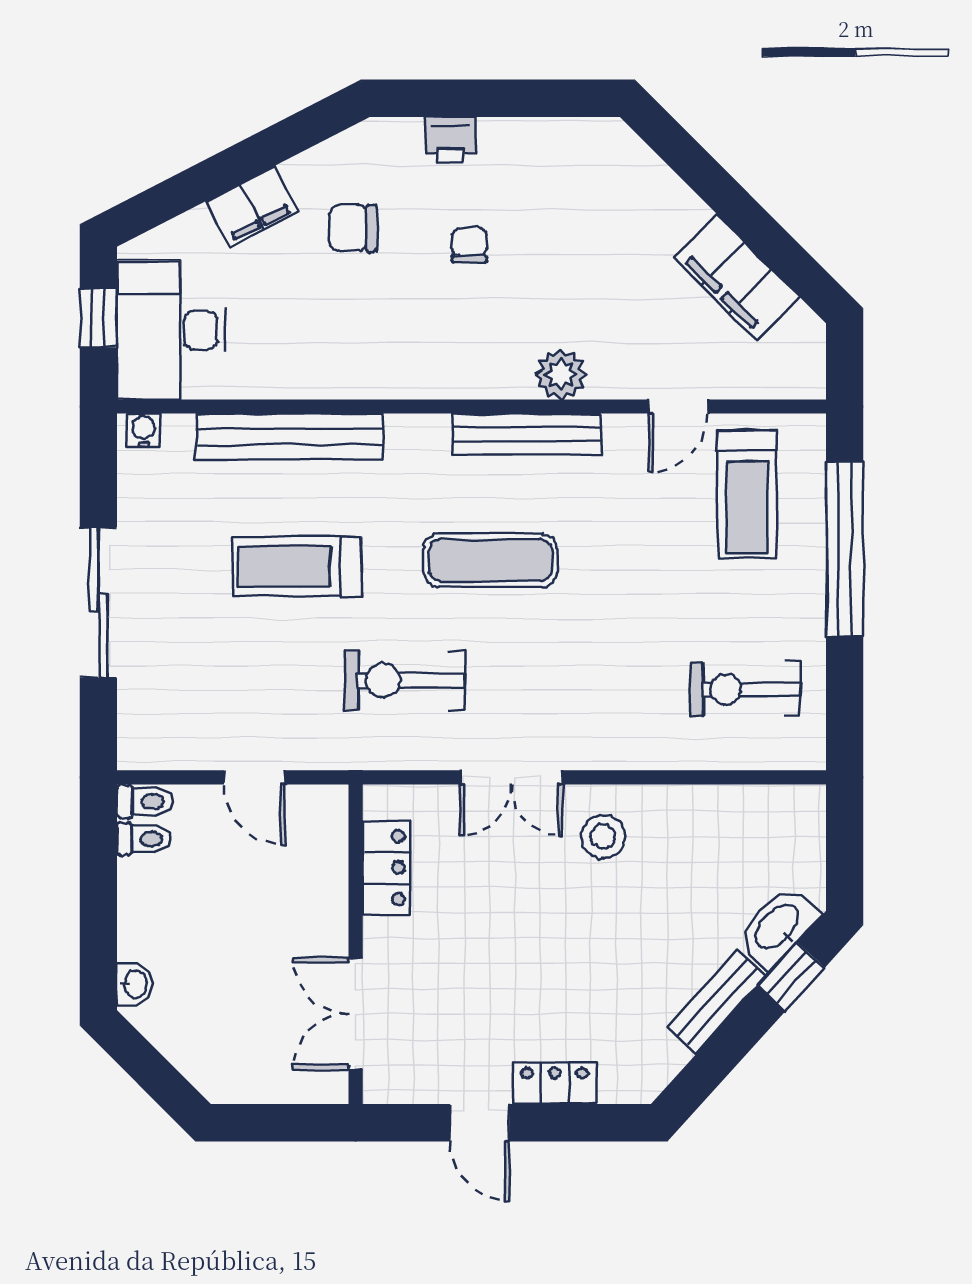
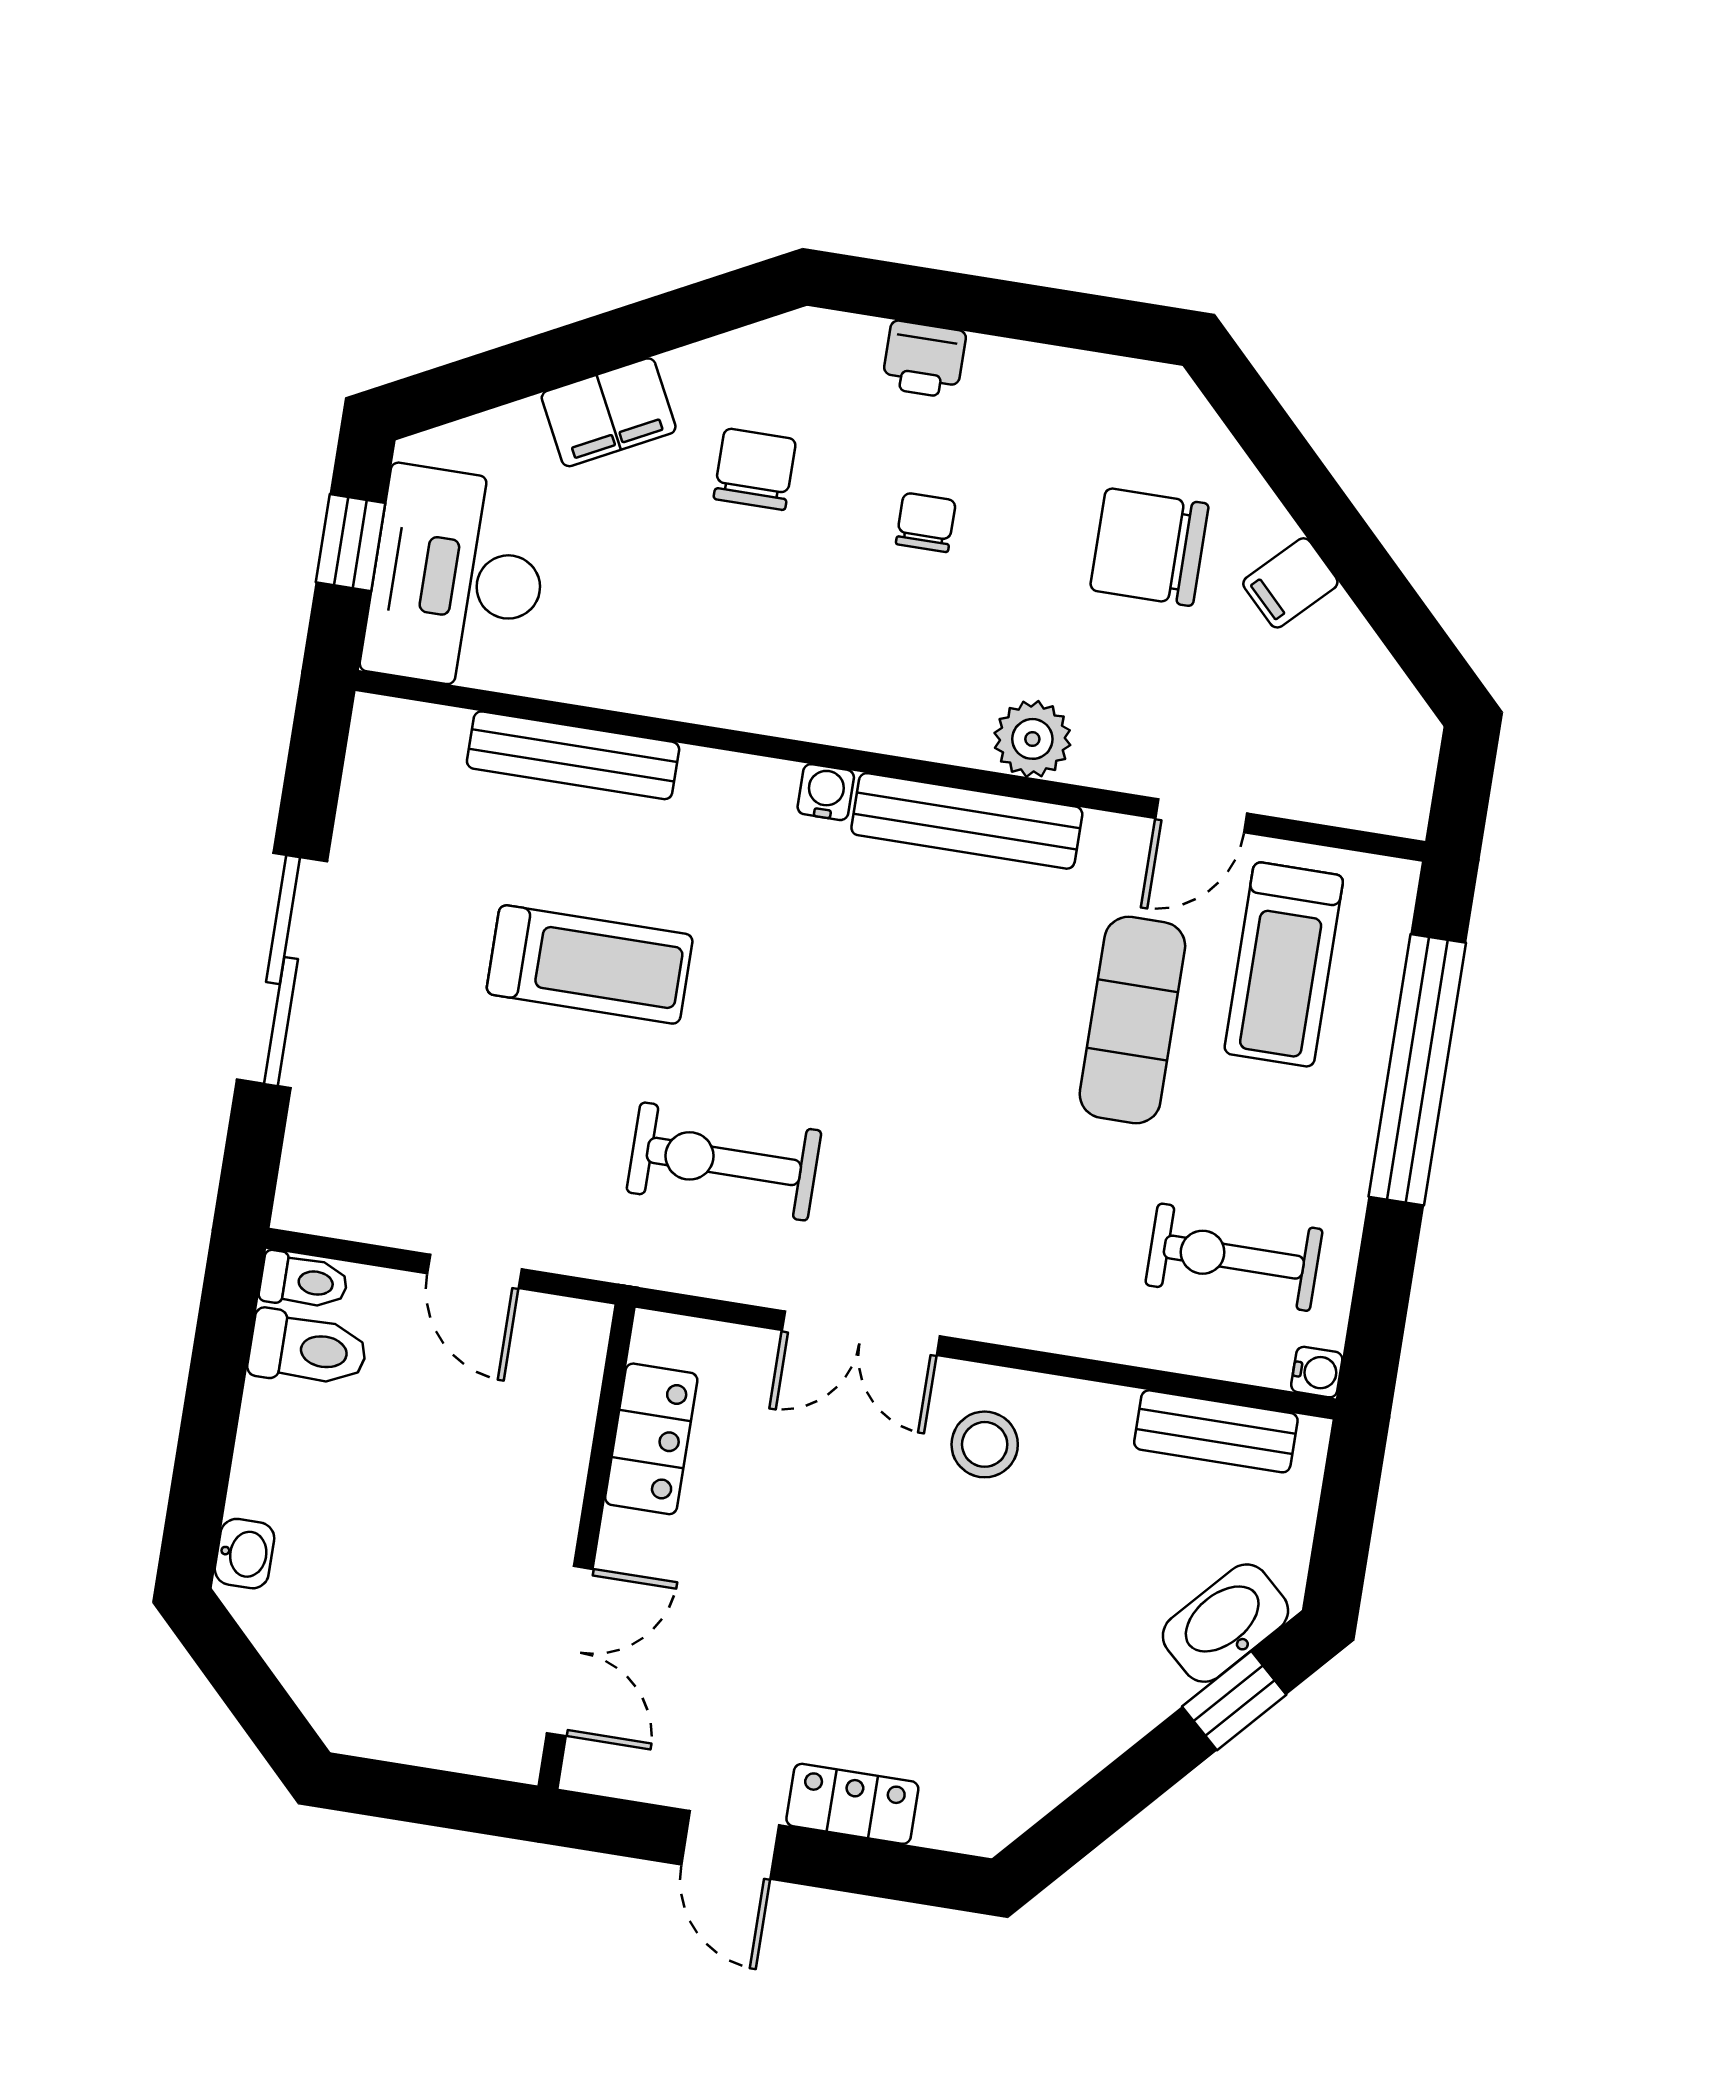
chair: (353, 228) -> (755, 469), turned 90
chair: (617, 238) -> (1149, 547), added
filing cabinet: (737, 277) -> (1290, 583), width x0.33, depth x0.86
water cooler: (144, 430) -> (826, 792), moved
bench: (290, 437) -> (573, 755), width x0.73, depth x0.82
exercise mat: (490, 560) -> (1132, 1020), moved, turned 90
treadmill: (297, 566) -> (590, 964), turned 180
water cooler: (811, 755) -> (1317, 1372), added
toilet: (144, 839) -> (308, 1349), width x1.37, depth x1.39
bench: (717, 1002) -> (1216, 1431), moved, turned 48
double door: (356, 1014) -> (570, 1651), swing flipped

